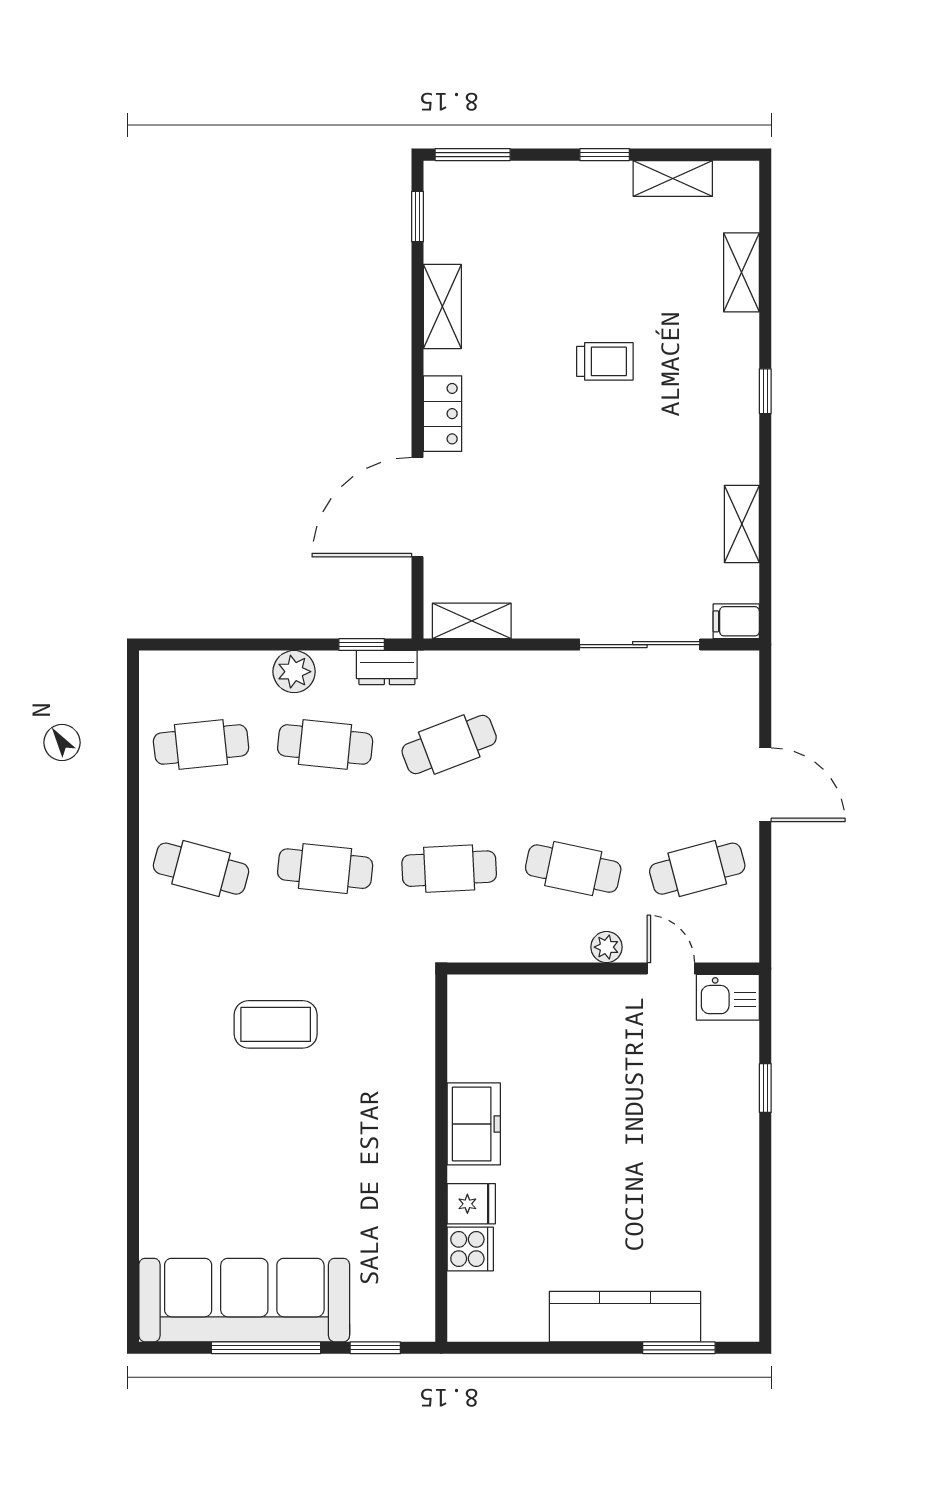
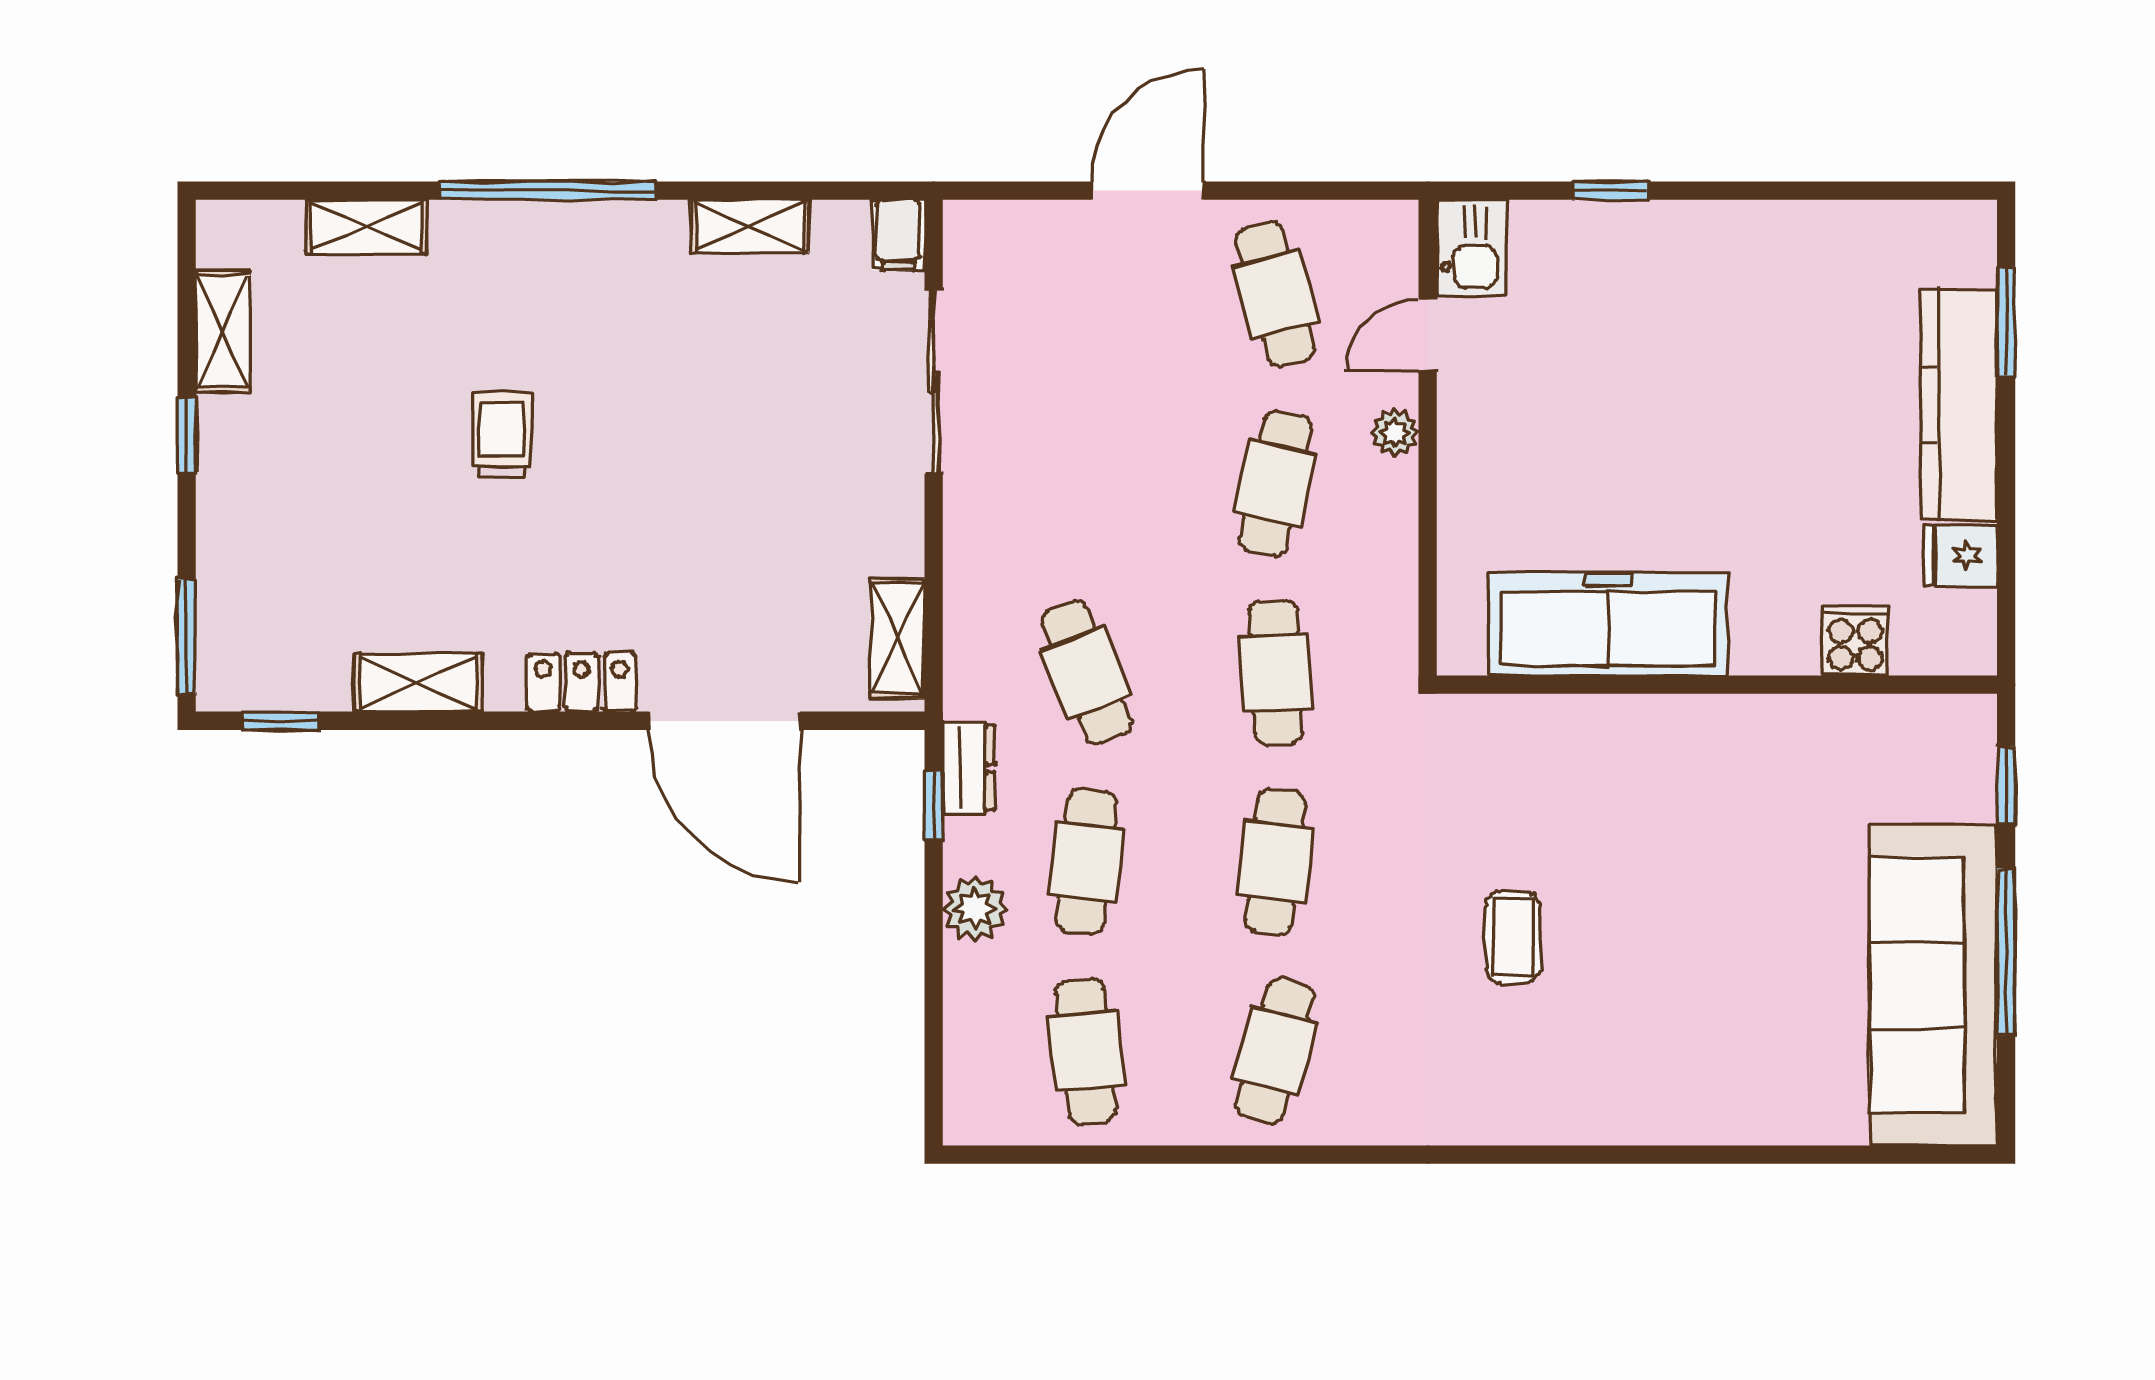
window: (765, 391) -> (547, 191), width x3.17
coffee table: (276, 1024) -> (1513, 937), width x0.73, depth x0.77
freezer: (474, 1124) -> (1608, 624), width x1.91, depth x1.26
fridge: (471, 1204) -> (1960, 555), moved, turned -90

